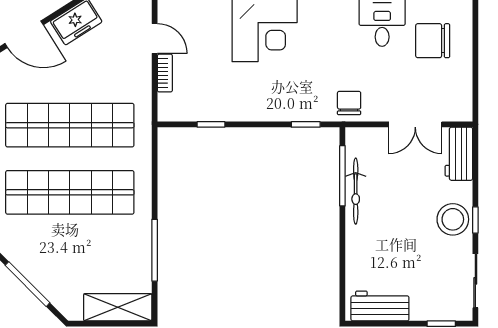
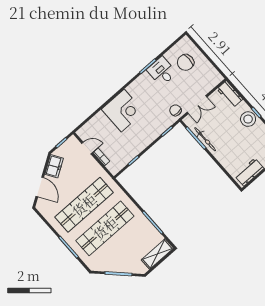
door: (24, 34) -> (40, 187), hinge flipped
double door: (415, 124) -> (197, 105), moved

